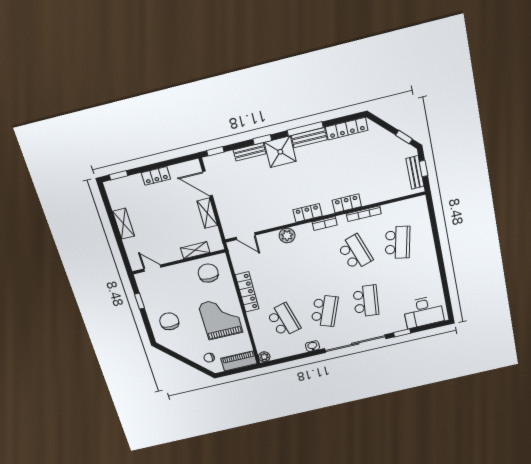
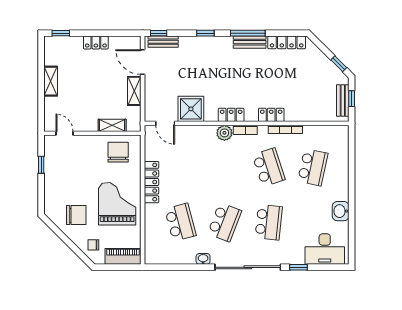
bench: (250, 152) -> (163, 42), moved
shower: (280, 152) -> (191, 109), moved
plant: (287, 236) -> (224, 133), moved
washbasin: (432, 275) -> (341, 211), added
chair: (169, 321) -> (76, 215), moved, turned 90
plant: (264, 357) -> (150, 258), removed

